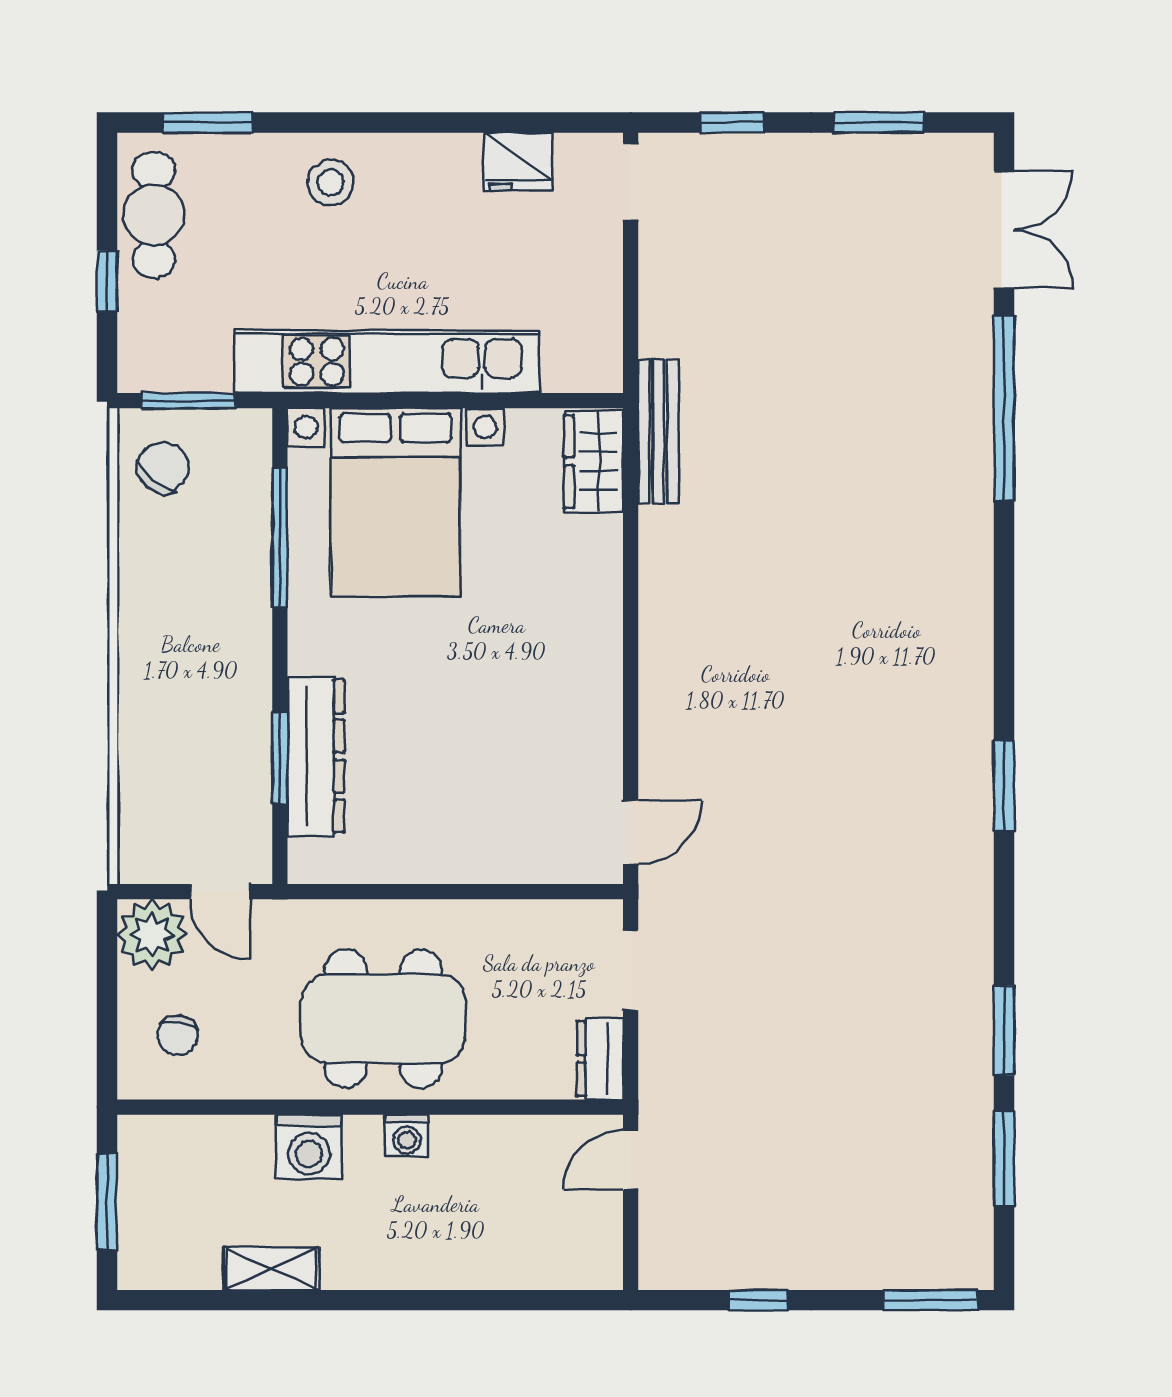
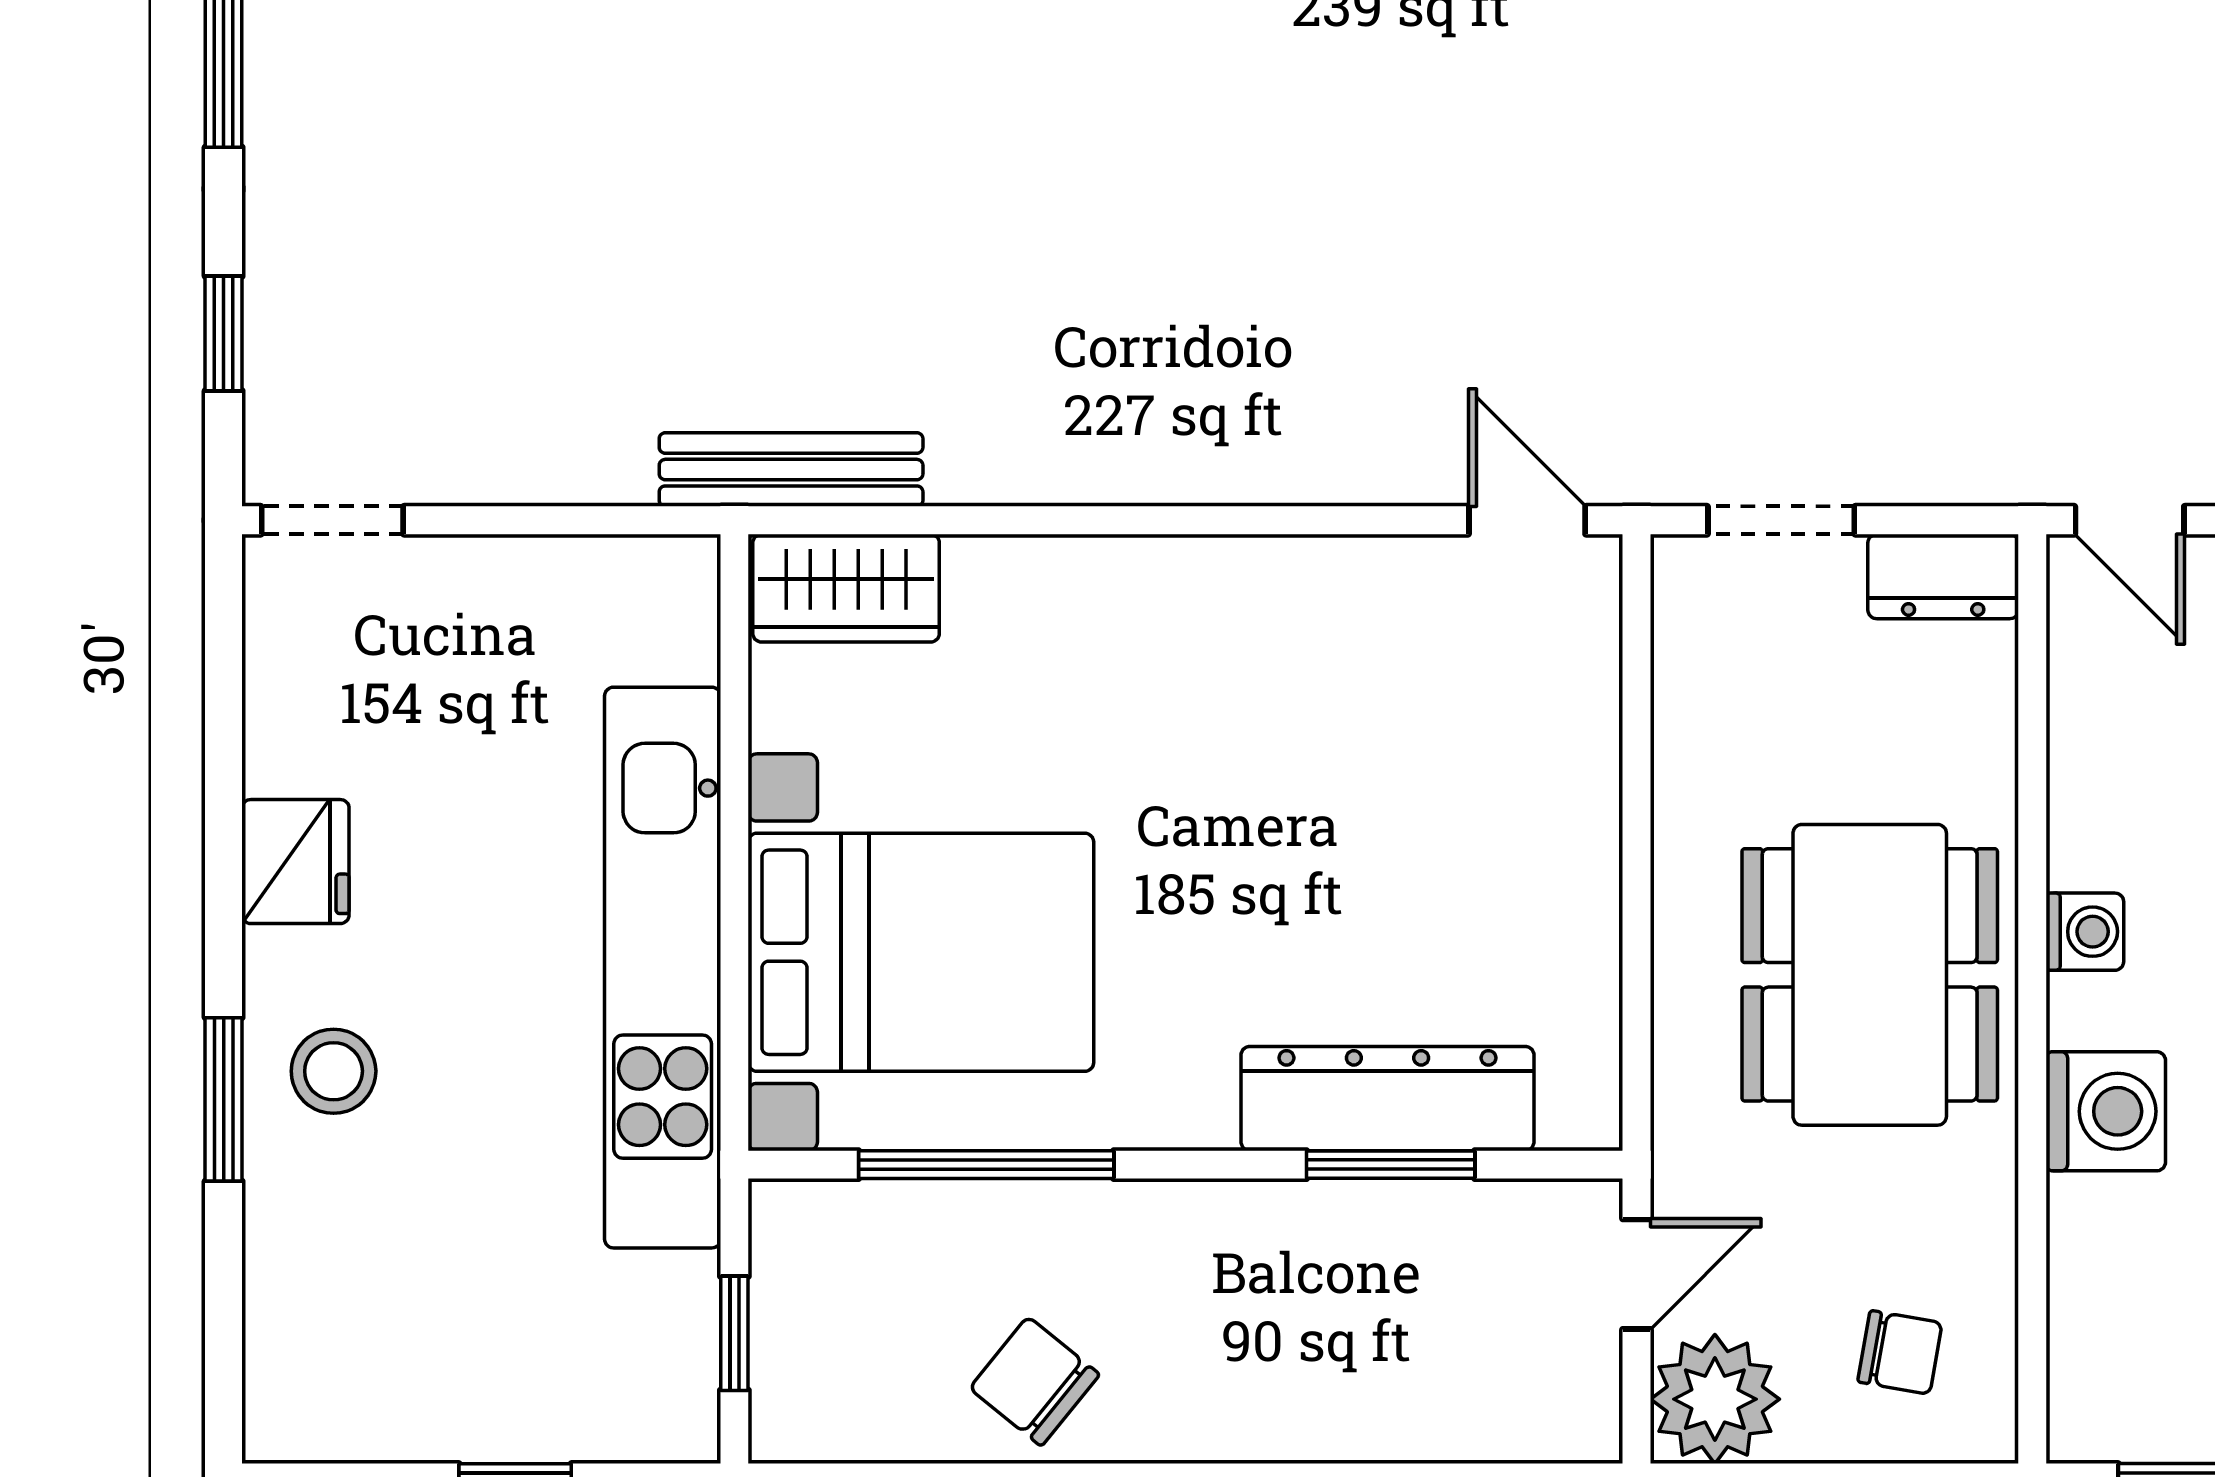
window: (208, 123) -> (224, 1099), moved
fridge: (518, 162) -> (295, 862), moved
cafe table: (154, 215) -> (393, 1396), removed
window: (188, 401) -> (734, 1333), width x0.67
chair: (163, 468) -> (1035, 1381), moved

